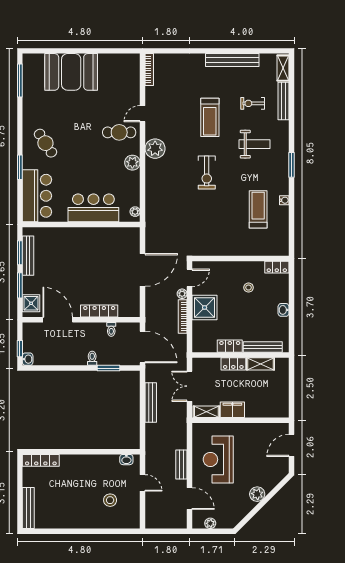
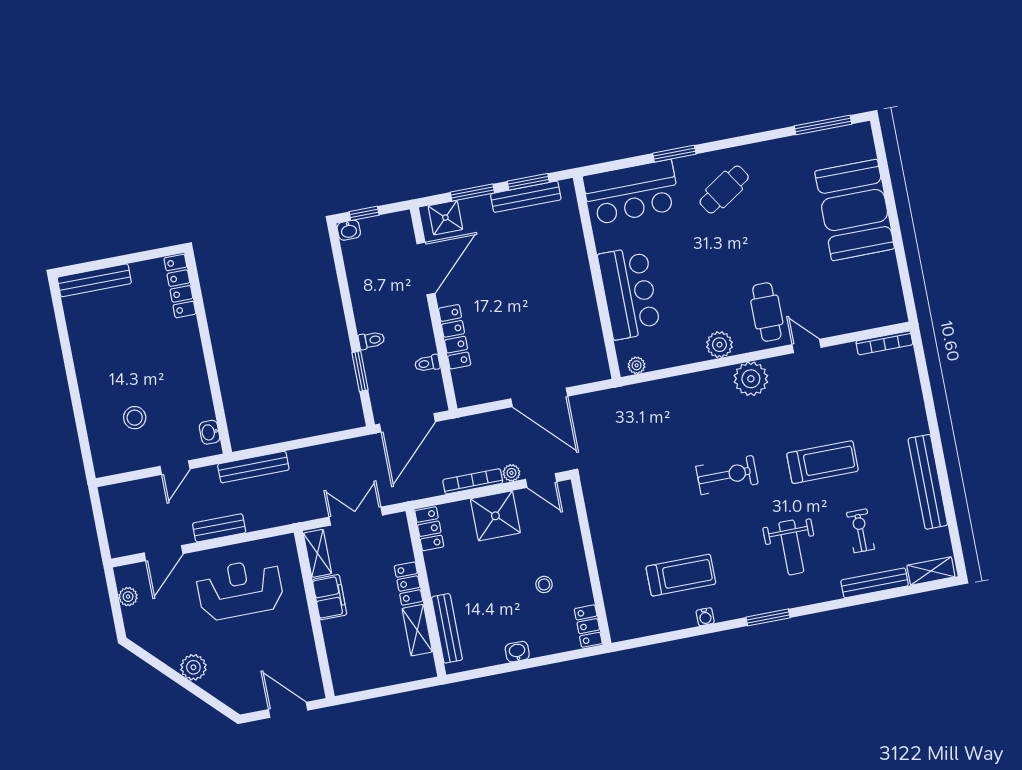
treadmill: (210, 117) -> (822, 462), turned 180
exercise bike: (207, 173) -> (727, 475), turned 180
locker: (230, 346) -> (429, 529), moved
bench: (151, 403) -> (253, 467), moved

